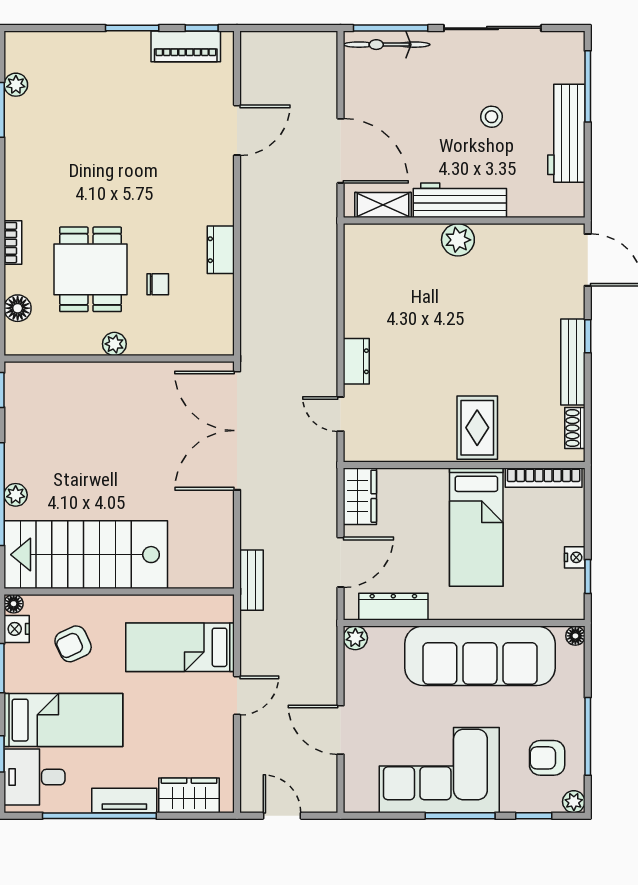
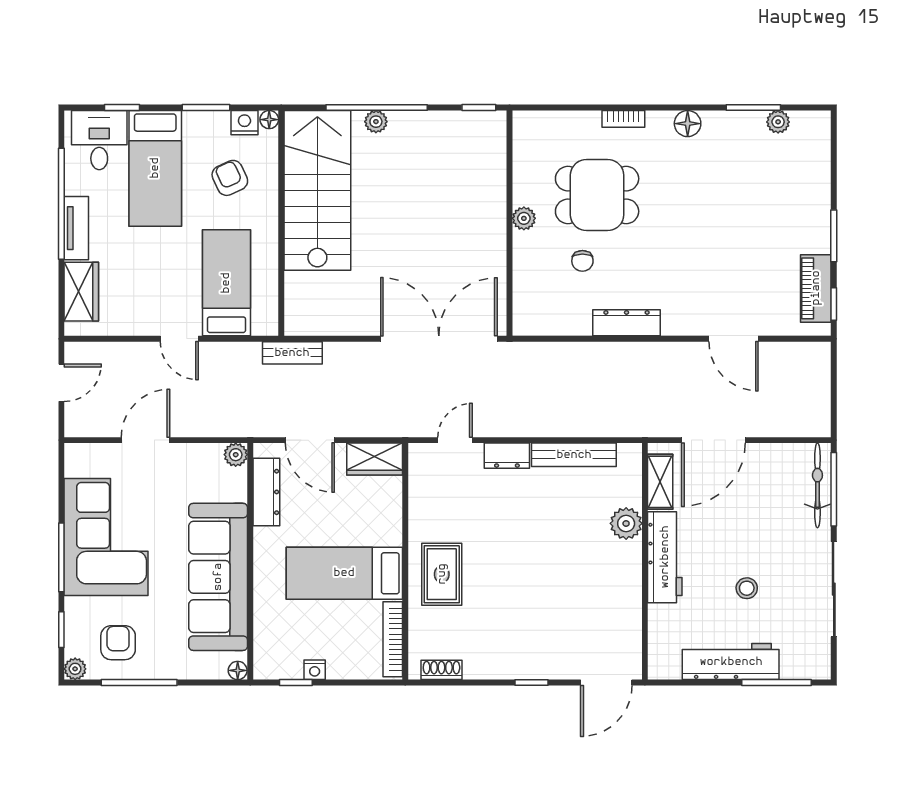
plant: (458, 240) -> (626, 523), moved
dresser: (221, 250) -> (627, 323), width x1.44
floor lamp: (18, 308) -> (688, 124), moved
bench: (573, 362) -> (574, 455), moved
rug: (477, 428) -> (442, 574), turned 90

